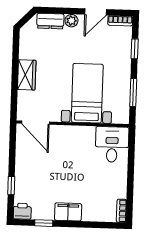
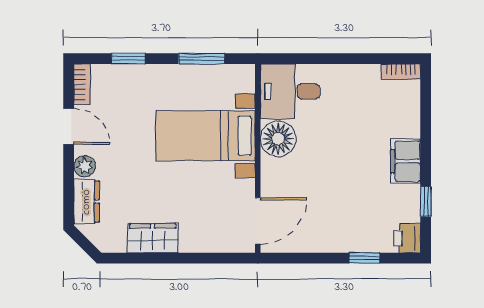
wardrobe: (27, 75) -> (153, 238), moved
floor lamp: (84, 136) -> (278, 139), added

